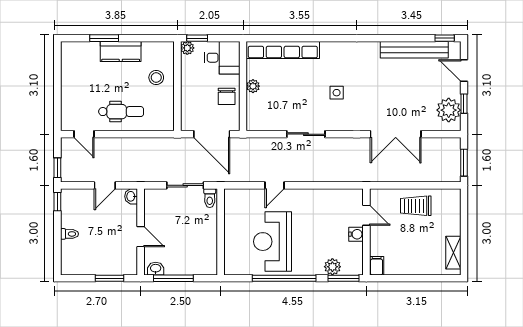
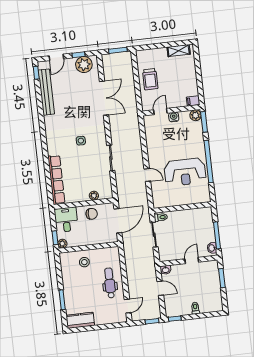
kitchen counter: (121, 51) -> (80, 320), moved, turned -90
plant: (253, 86) -> (94, 196), moved
plant: (332, 267) -> (196, 115), moved

